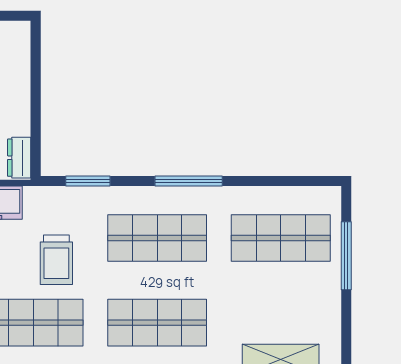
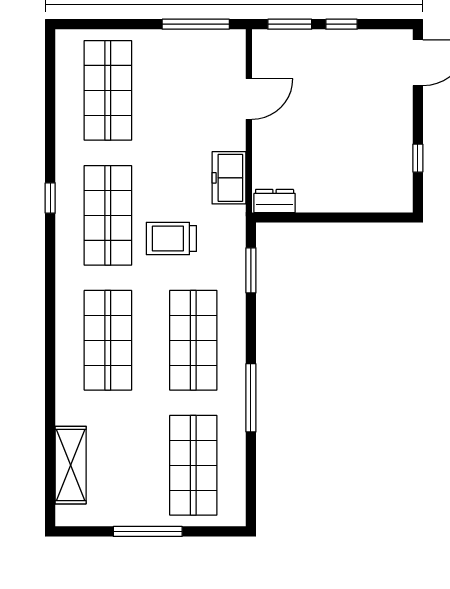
window: (189, 181) -> (251, 398), moved
window: (346, 256) -> (148, 531), moved

